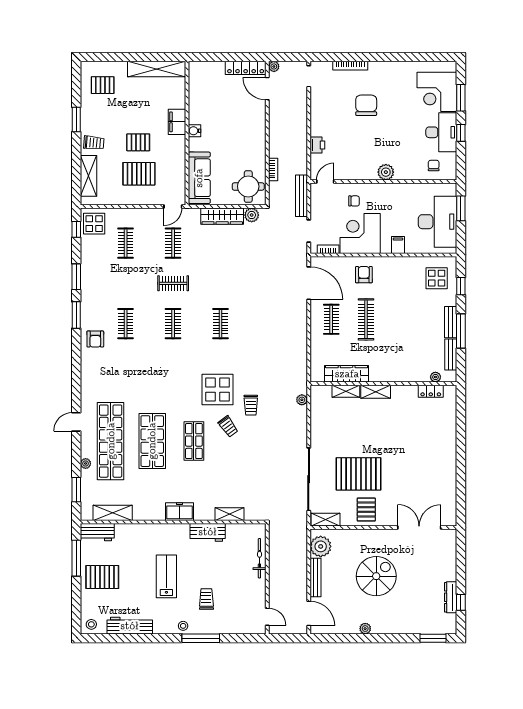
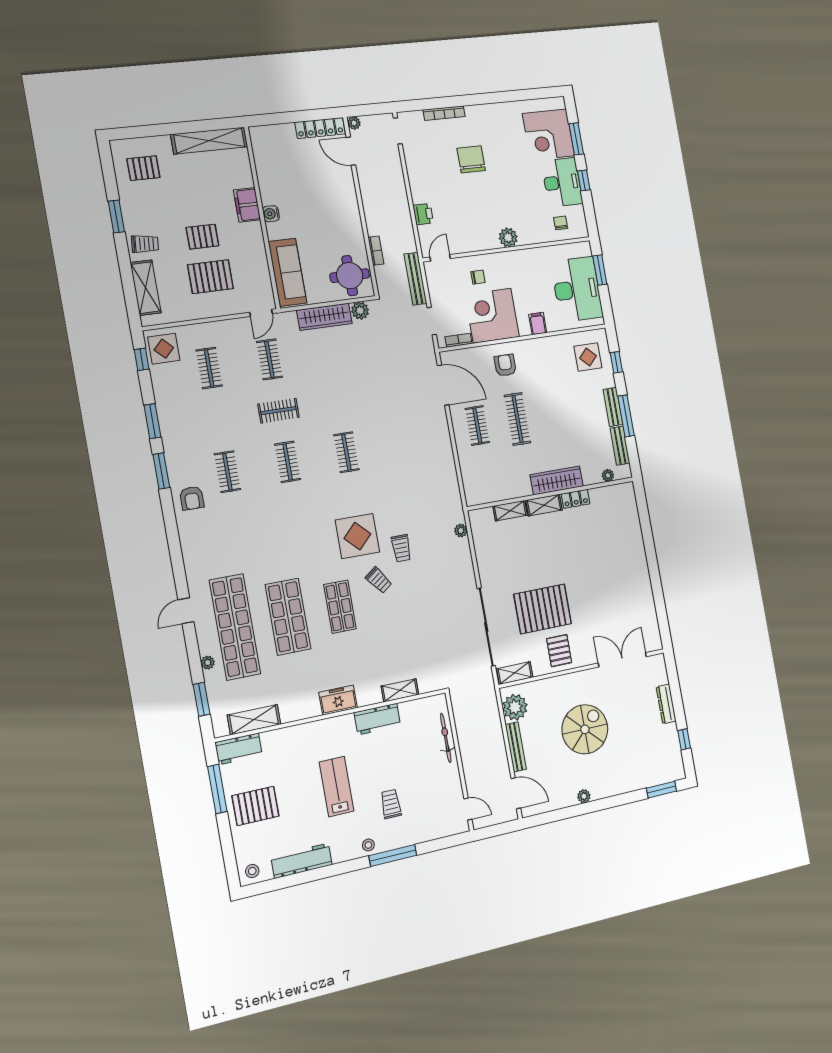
wardrobe: (347, 374) -> (557, 480), moved
locker: (431, 391) -> (576, 499), moved
dresser: (451, 597) -> (666, 704), moved

